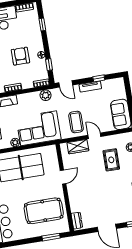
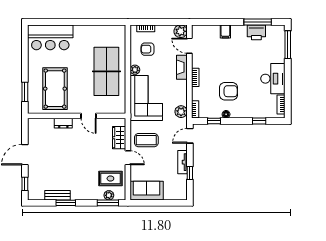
door: (94, 136) -> (128, 158), hinge flipped
rug: (111, 160) -> (110, 179), moved
dresser: (77, 221) -> (63, 123), moved

